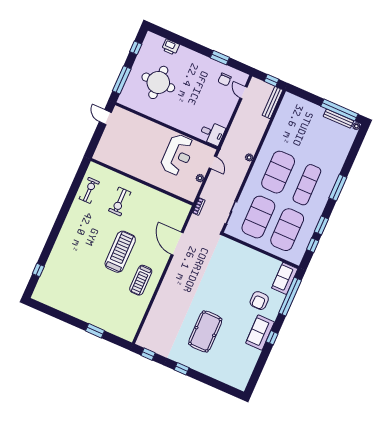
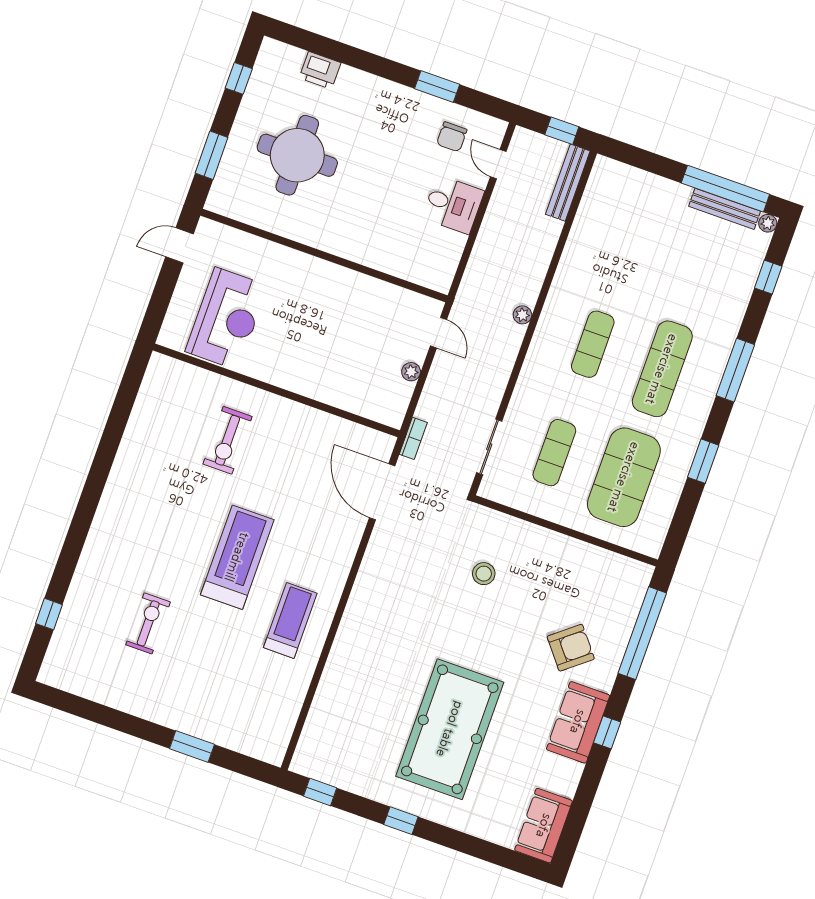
window: (122, 80) -> (211, 155), width x0.69
door: (105, 117) -> (180, 245), hinge flipped
desk: (212, 133) -> (453, 204), moved
reception desk: (178, 155) -> (227, 319), moved
exercise mat: (278, 172) -> (593, 344), width x0.50, depth x0.69
exercise bike: (89, 190) -> (148, 623), moved
exercise mat: (258, 217) -> (554, 453), width x0.50, depth x0.69
door: (177, 244) -> (382, 492), moved
window: (313, 245) -> (768, 277), moved
stool: (225, 266) -> (484, 574), added
sofa: (285, 278) -> (544, 826), moved
treadmill: (141, 280) -> (290, 620), turned 180
armchair: (259, 301) -> (571, 648), turned -129
pool table: (205, 331) -> (450, 729), width x1.36, depth x1.32

